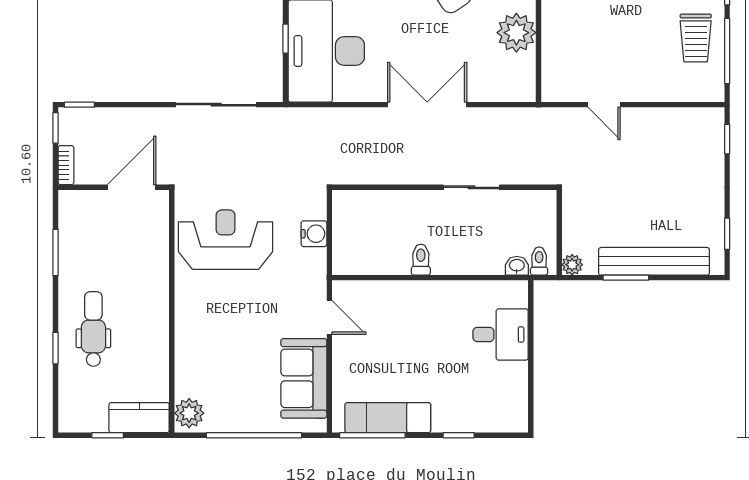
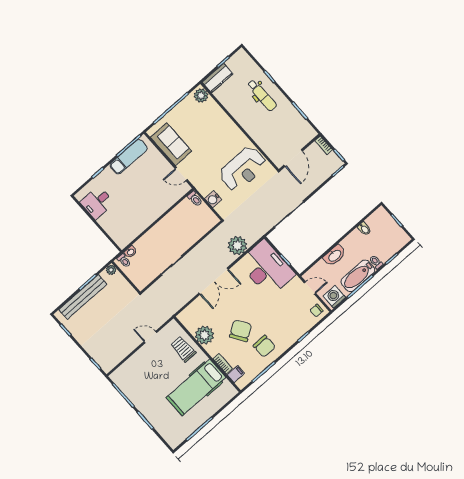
trolley: (696, 38) -> (183, 349), moved
plant: (340, 127) -> (237, 246), added
toilet: (421, 260) -> (195, 199), moved
desk: (501, 334) -> (97, 202), moved

